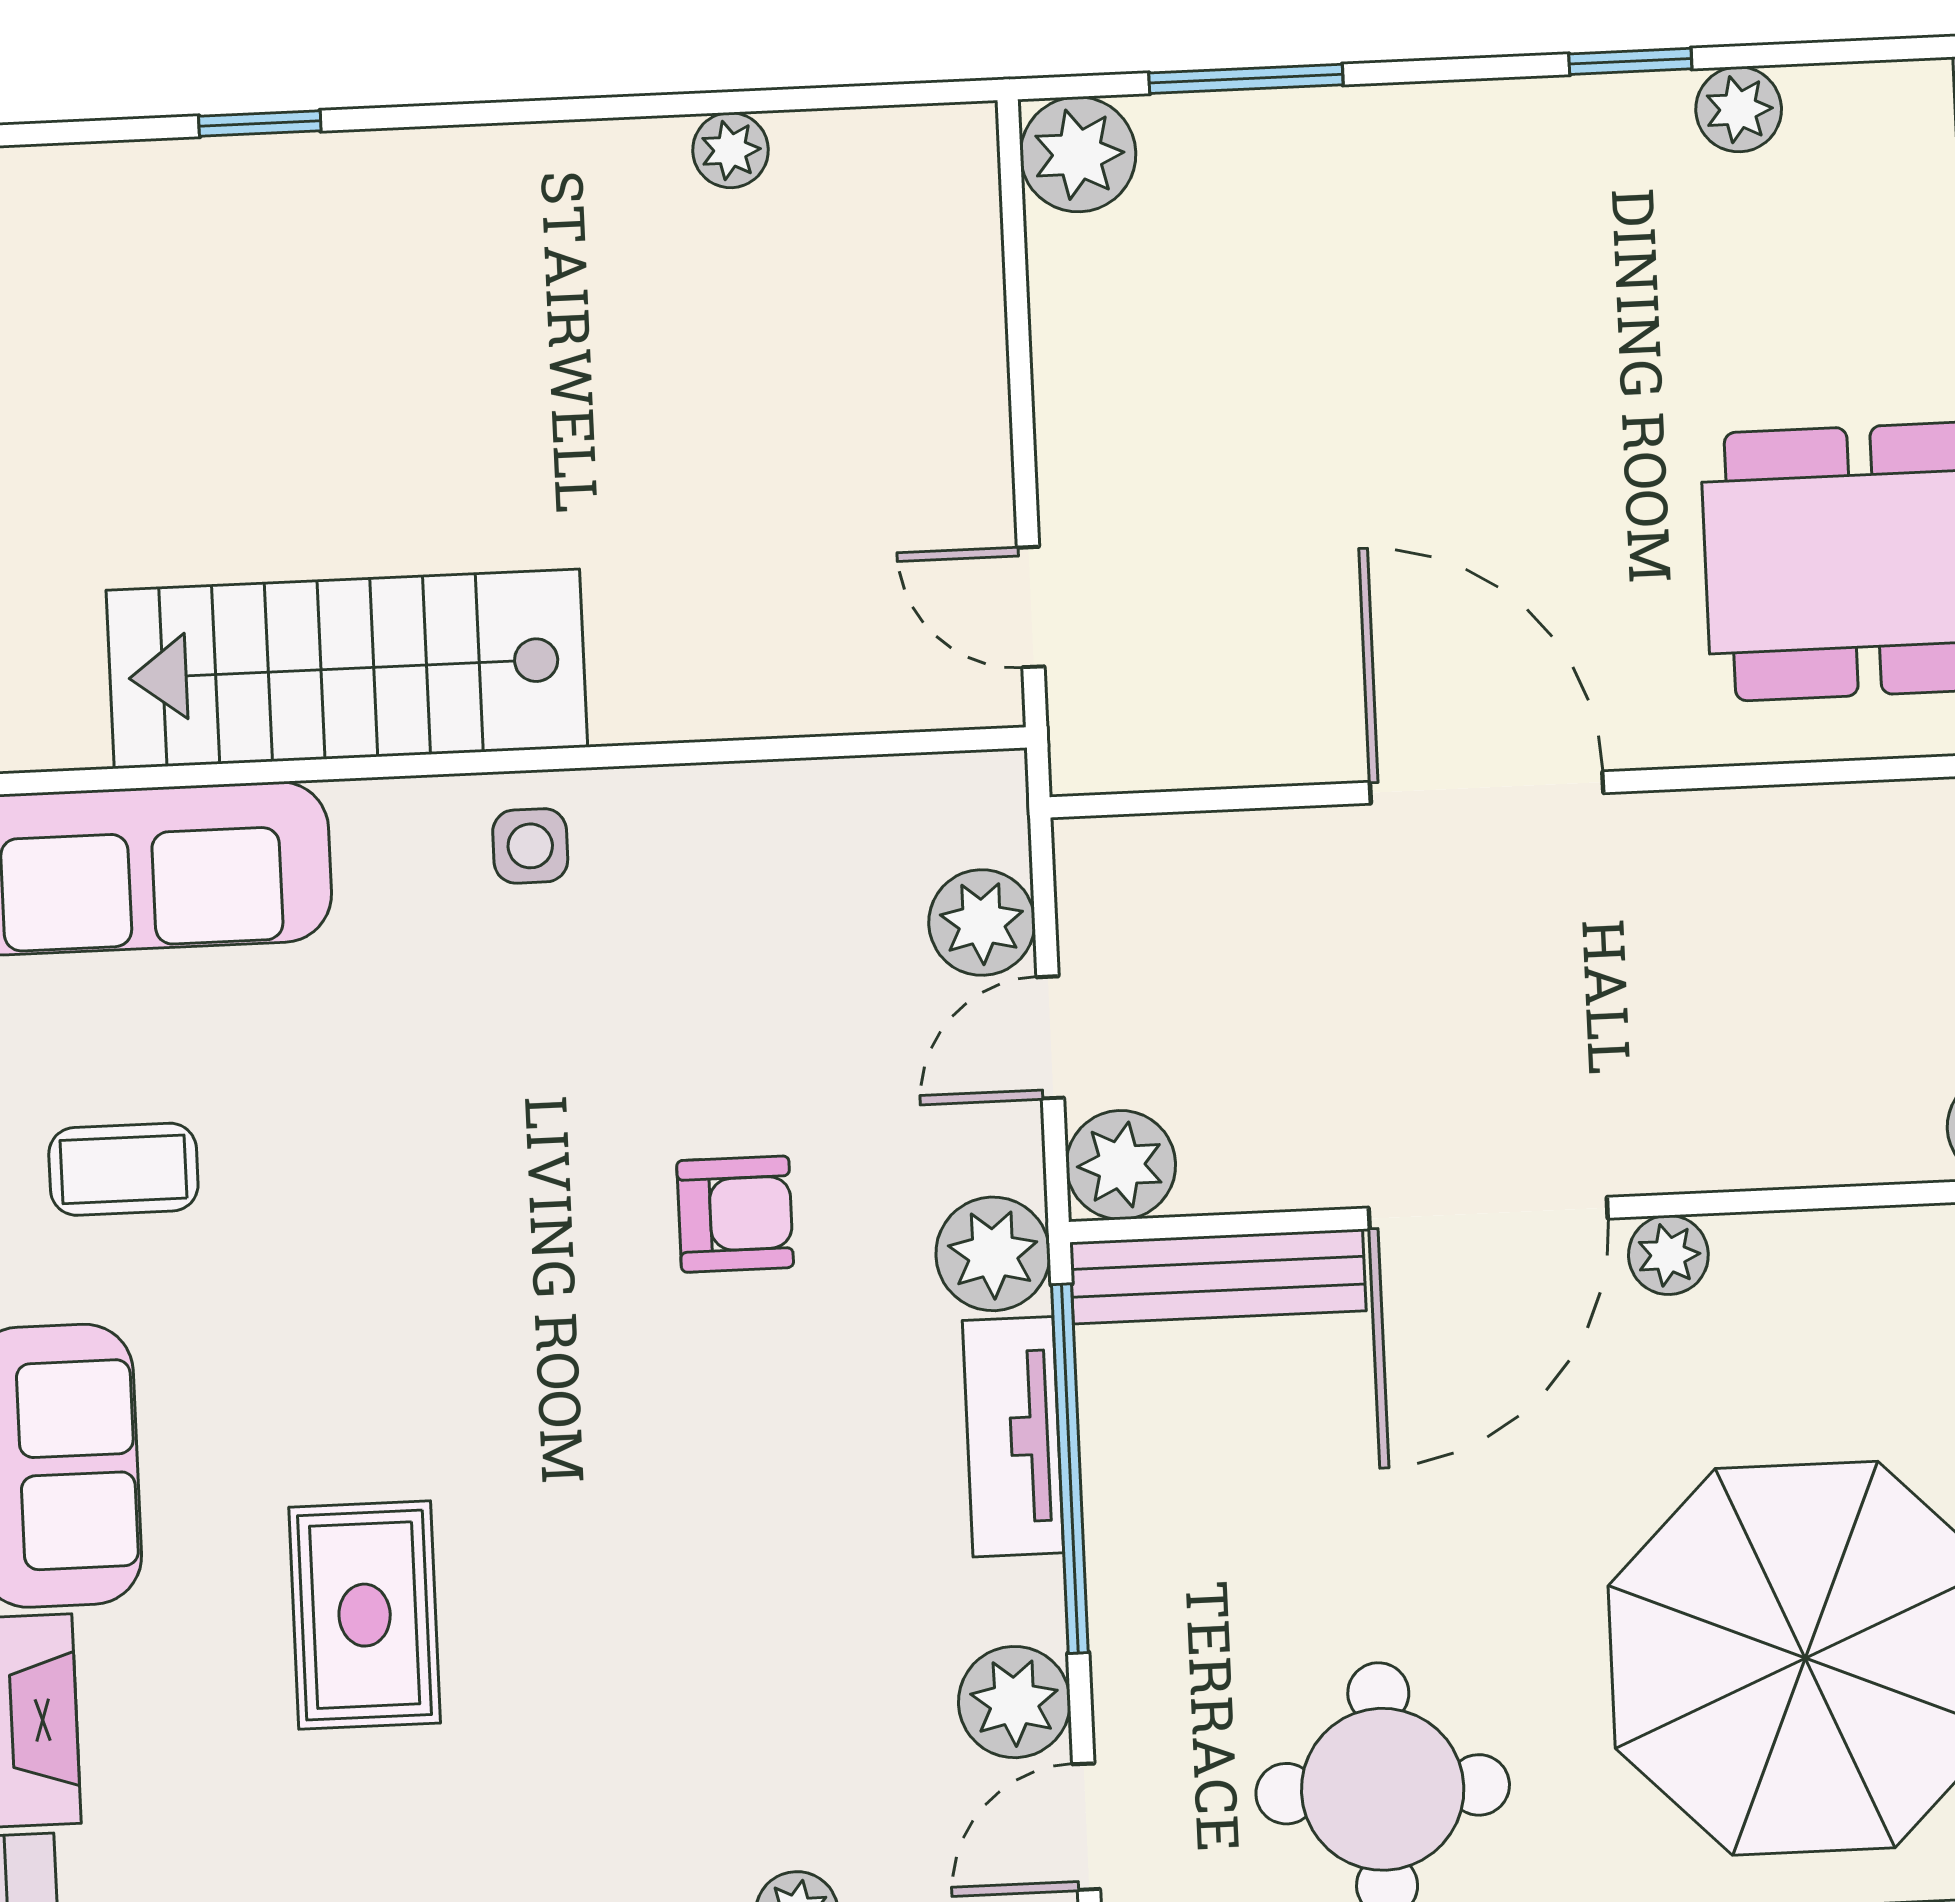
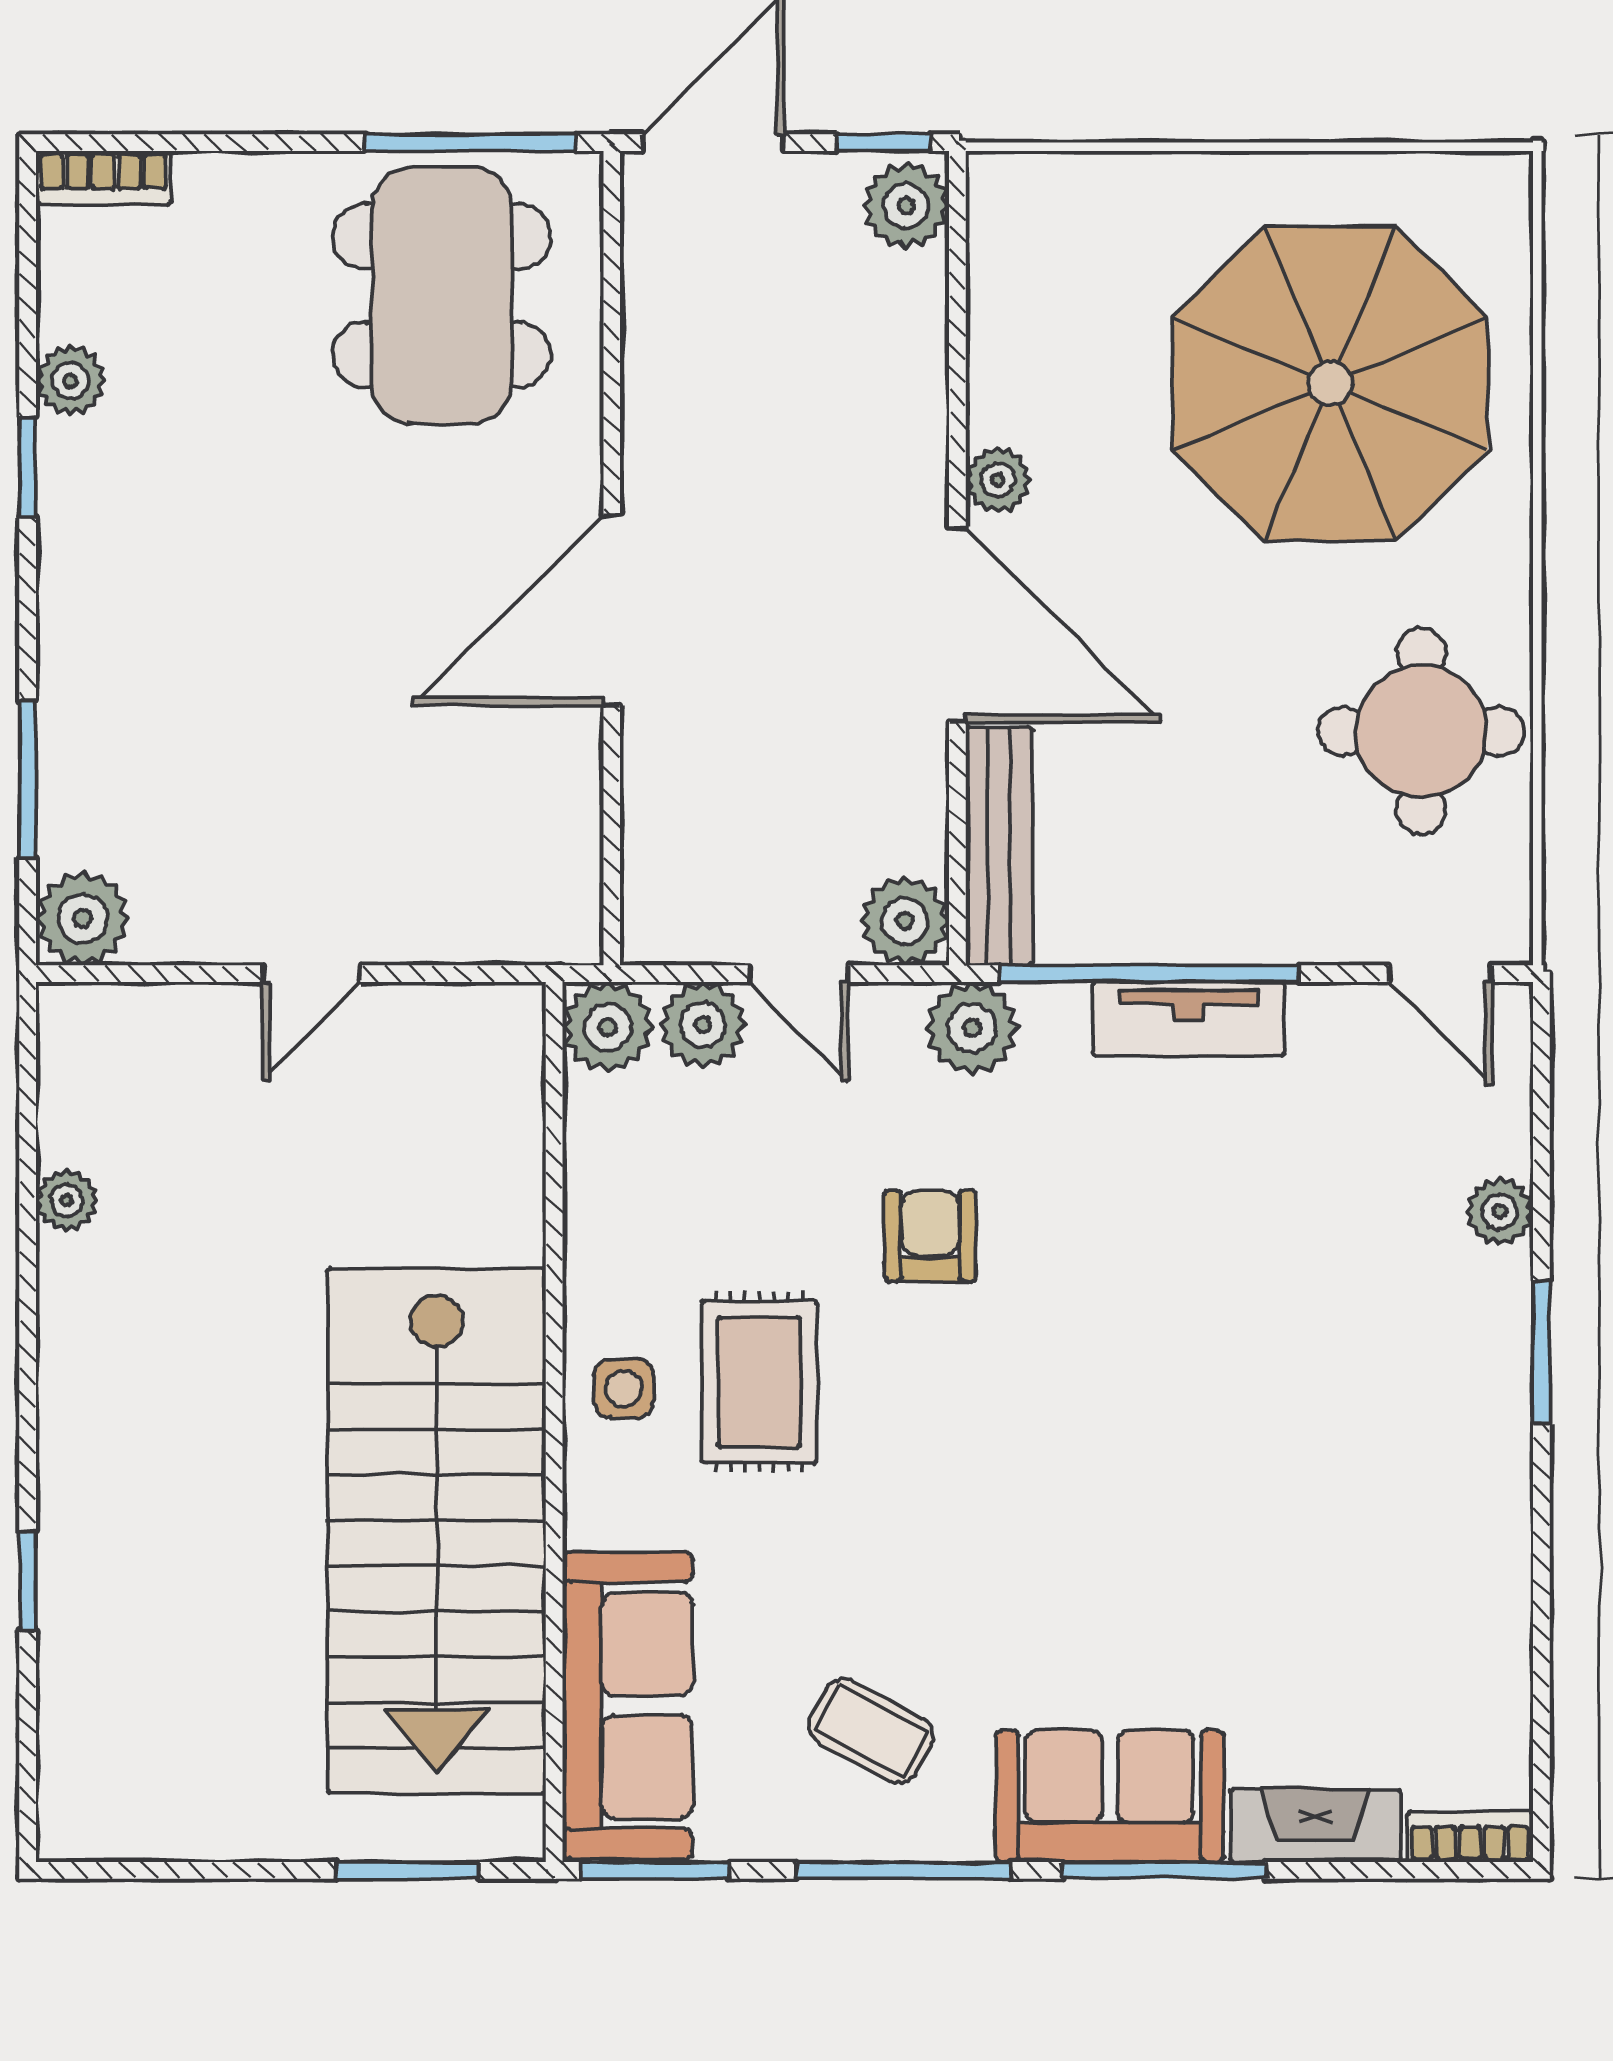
door: (1031, 607) -> (311, 974), moved
stairs: (347, 669) -> (437, 1531), width x1.36, depth x1.51
coffee table: (123, 1169) -> (871, 1731), turned -62
tv unit: (1013, 1437) -> (1188, 1019), moved
rug: (365, 1615) -> (759, 1382), moved, turned 90
plant: (1014, 1702) -> (608, 1027), moved

